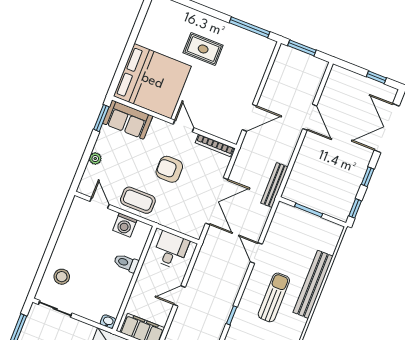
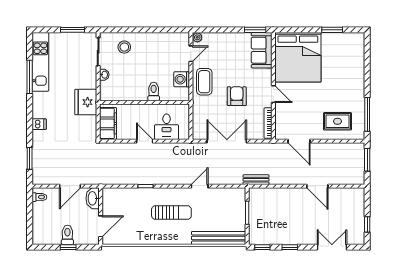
window: (136, 29) -> (332, 30), added
rug: (203, 49) -> (338, 121), moved, turned 90
door: (310, 117) -> (317, 186), hinge flipped
door: (184, 126) -> (273, 94), hinge flipped
double door: (387, 128) -> (332, 247), width x0.73
plant: (95, 159) -> (197, 37), moved
bench: (274, 185) -> (256, 180), width x0.73
double door: (217, 201) -> (227, 141), swing flipped
desk: (171, 250) -> (167, 127), moved, turned 90
bench: (313, 284) -> (219, 238), moved
washbasin: (108, 322) -> (104, 75), moved

